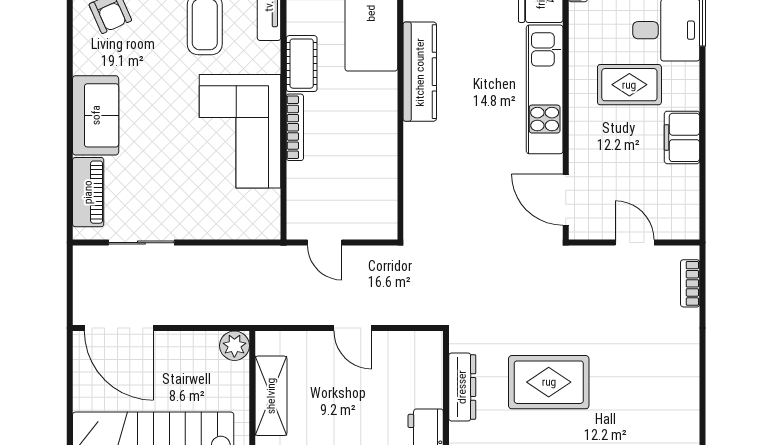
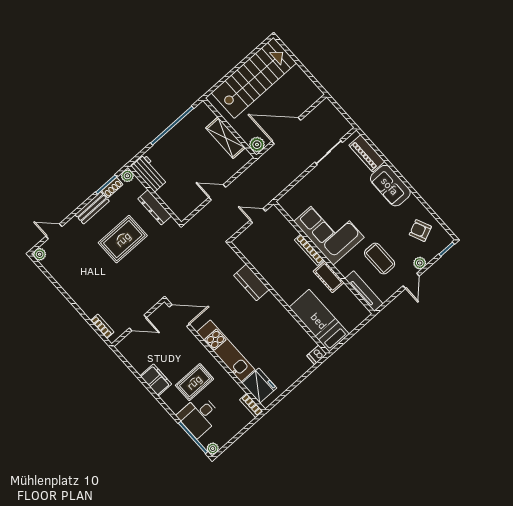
kitchen counter: (420, 72) -> (251, 283), moved, width x0.67
door: (119, 328) -> (286, 131), moved

